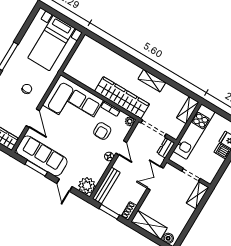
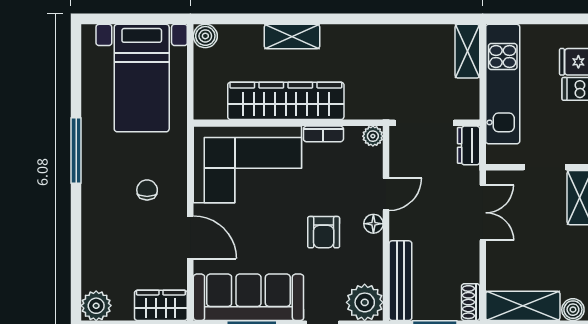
boiler: (87, 41) -> (205, 36), added
shelving: (152, 81) -> (292, 37), moved
wardrobe: (122, 98) -> (286, 101), moved
armchair: (102, 131) -> (324, 232), moved
door: (121, 148) -> (386, 194), hinge flipped
double door: (155, 178) -> (483, 213), swing flipped

